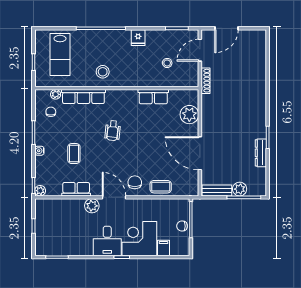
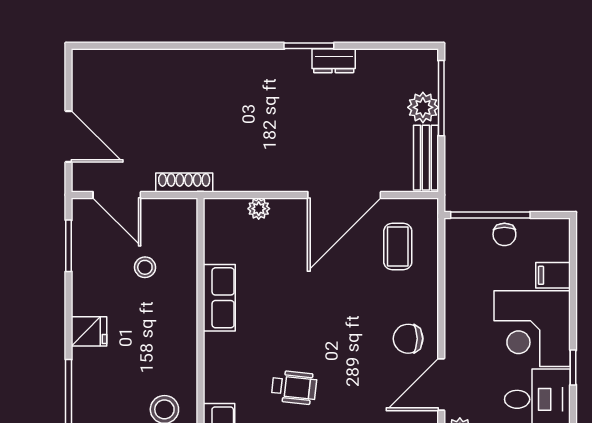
plant: (189, 115) -> (259, 209), width x0.53, depth x0.53
dresser: (261, 153) -> (334, 61), width x0.70
coffee table: (161, 187) -> (398, 247), moved

